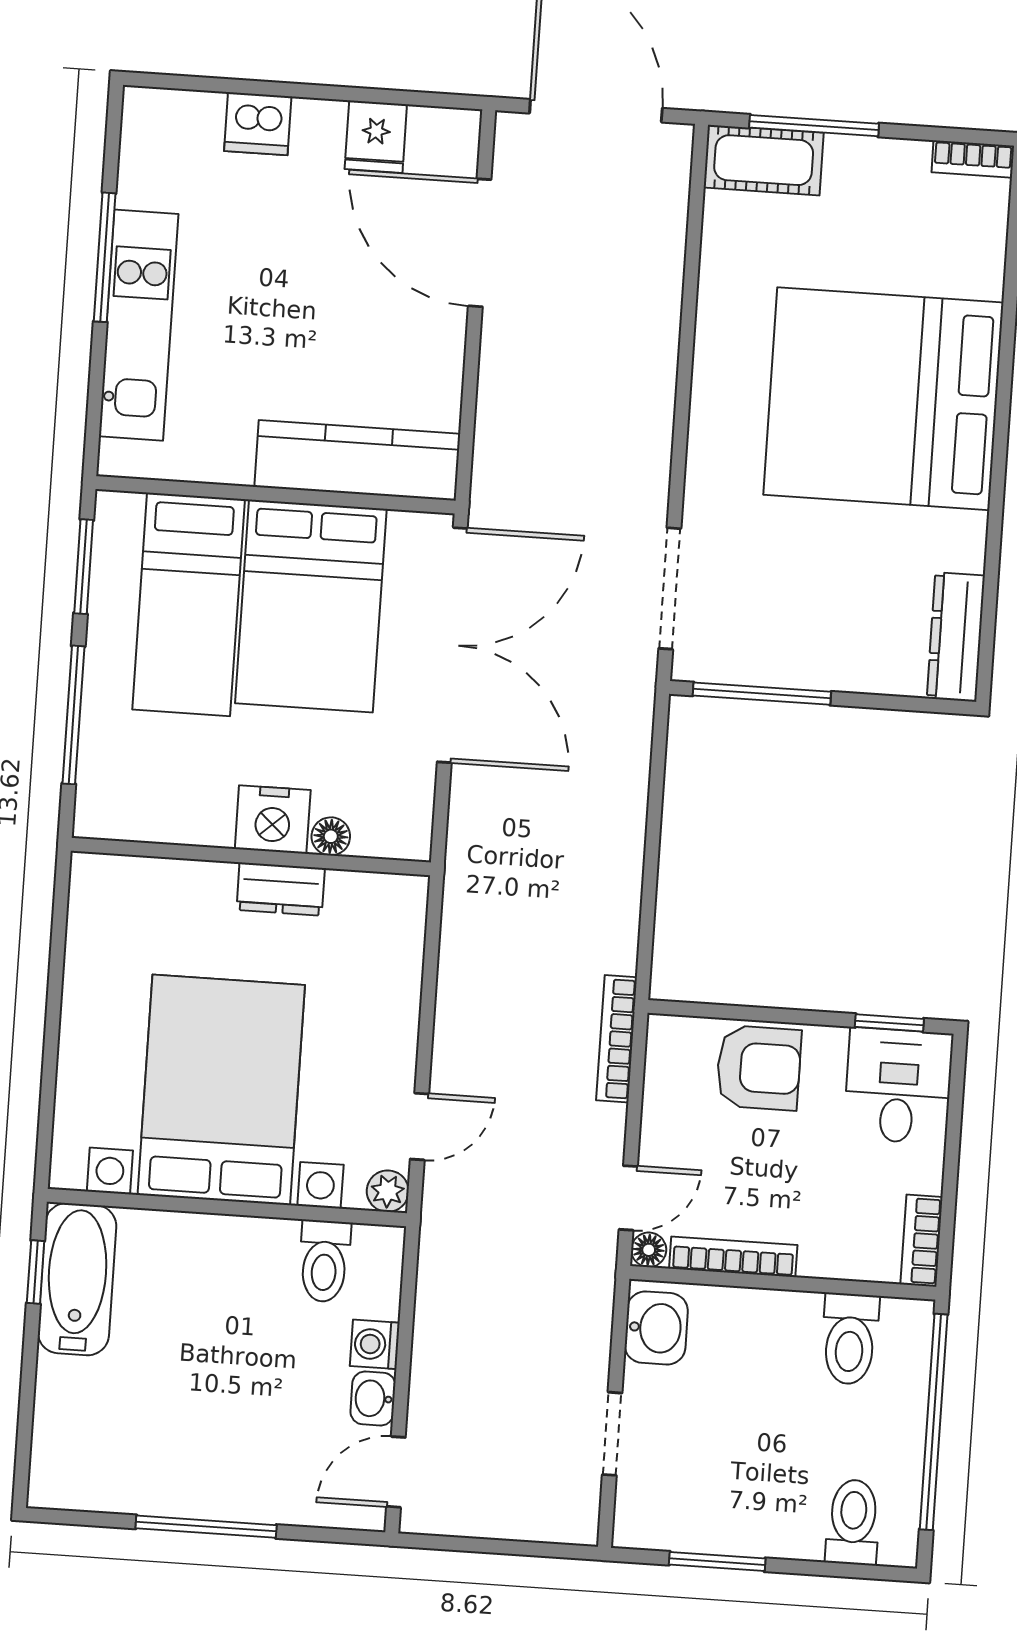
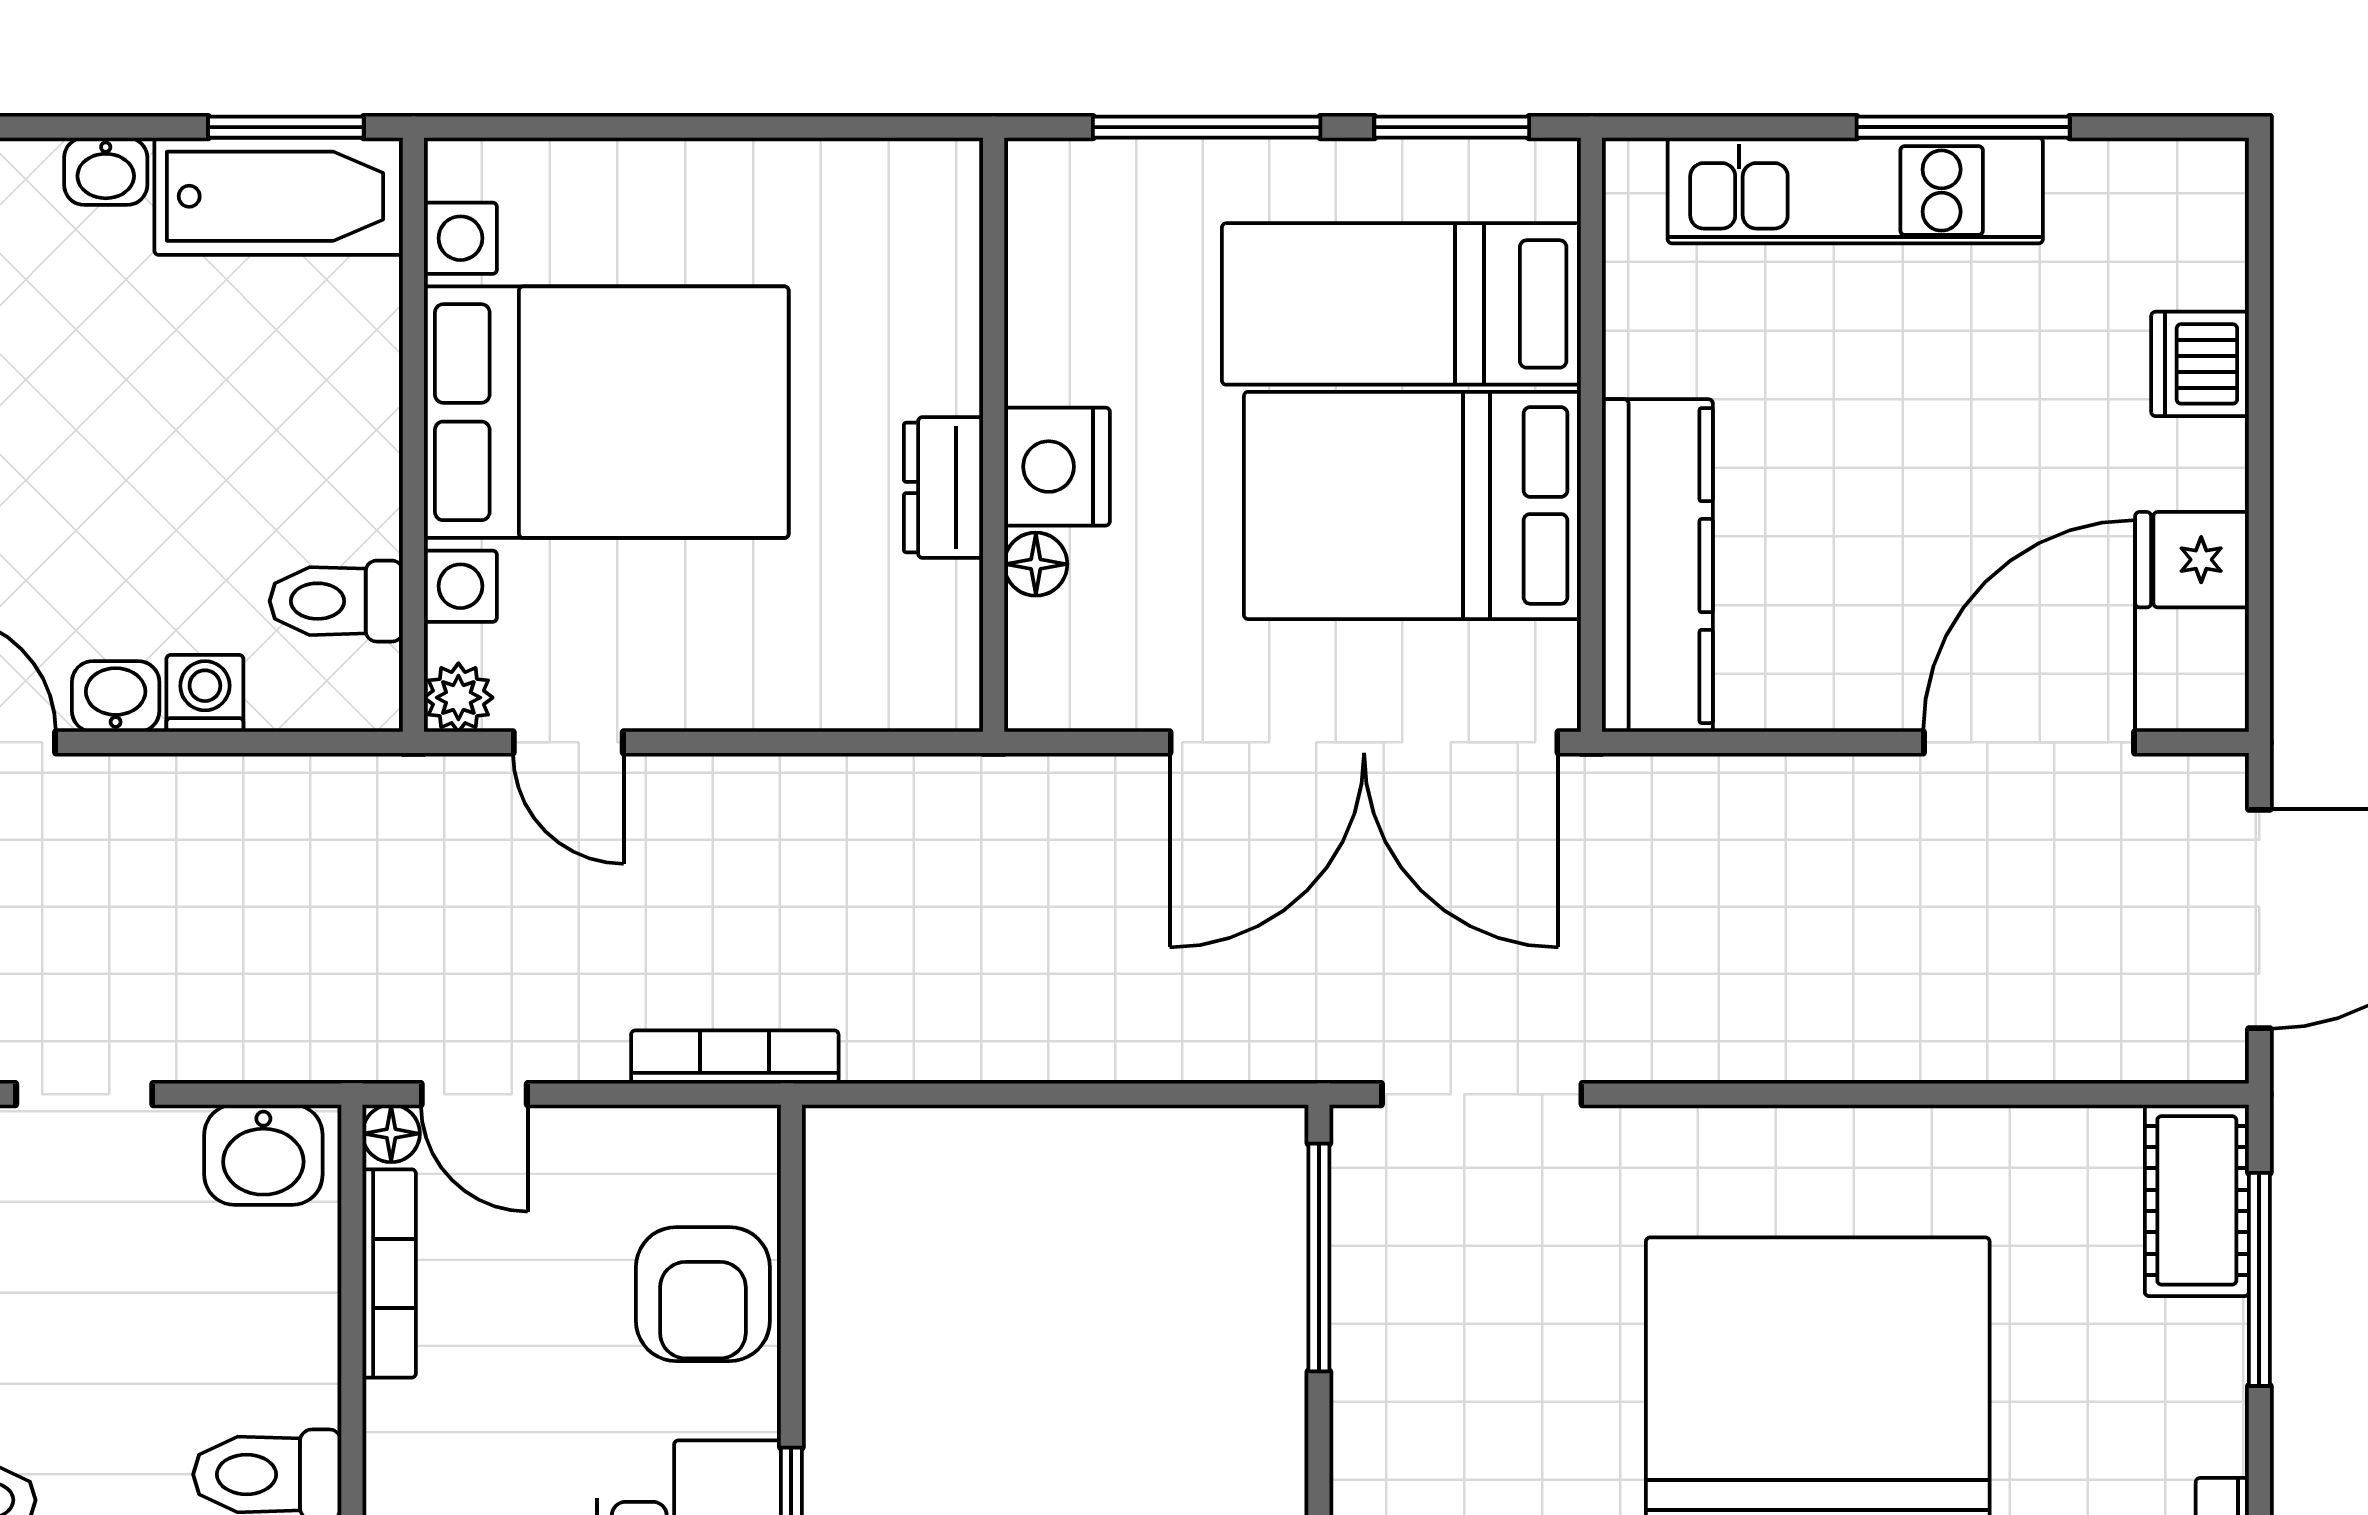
window: (36, 1272) -> (286, 127), width x1.50
washbasin: (55, 1383) -> (106, 171), added

